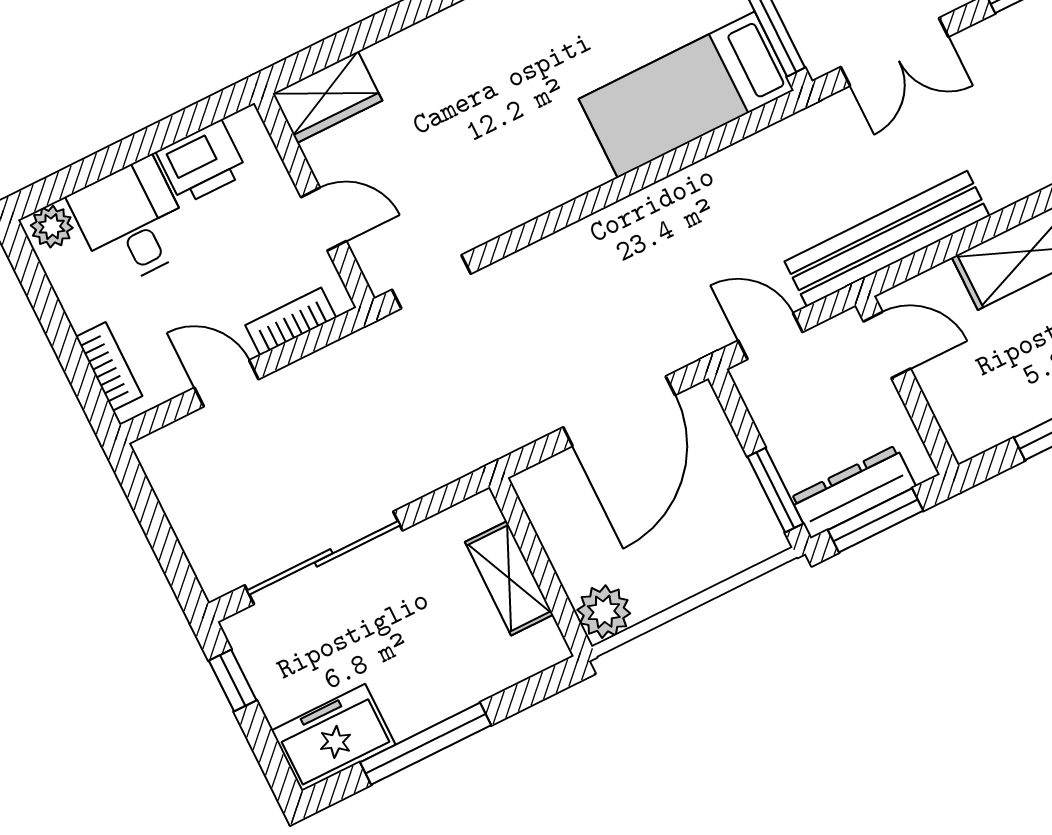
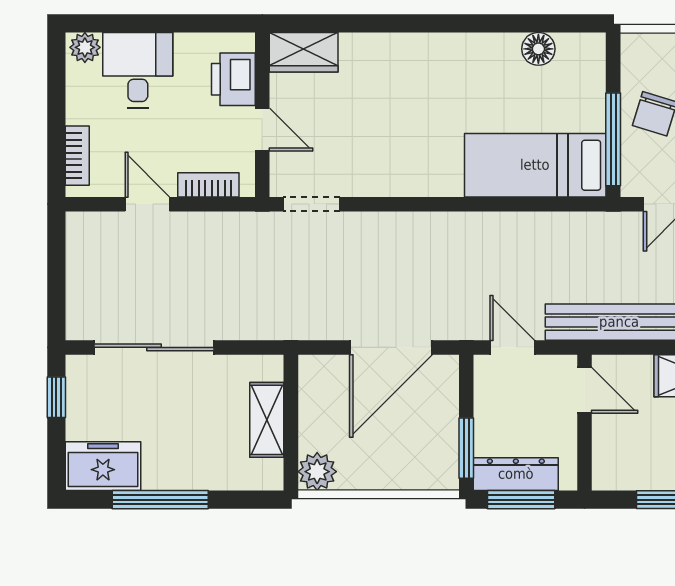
printer: (202, 162) -> (233, 79), moved, turned 90

